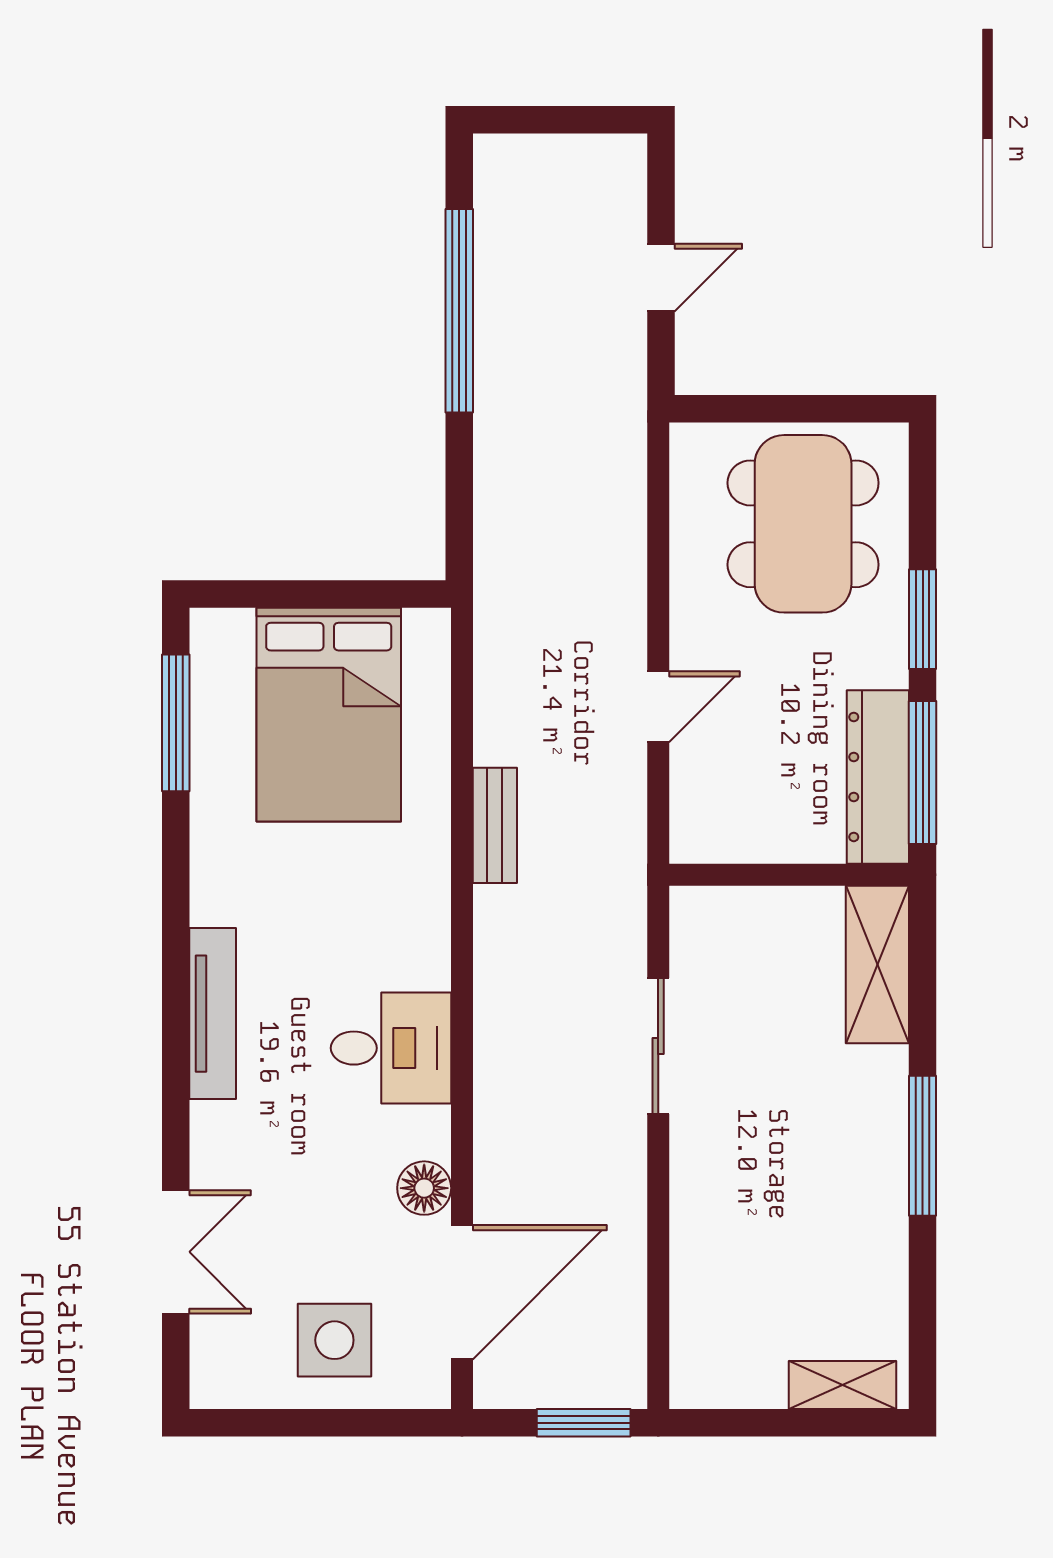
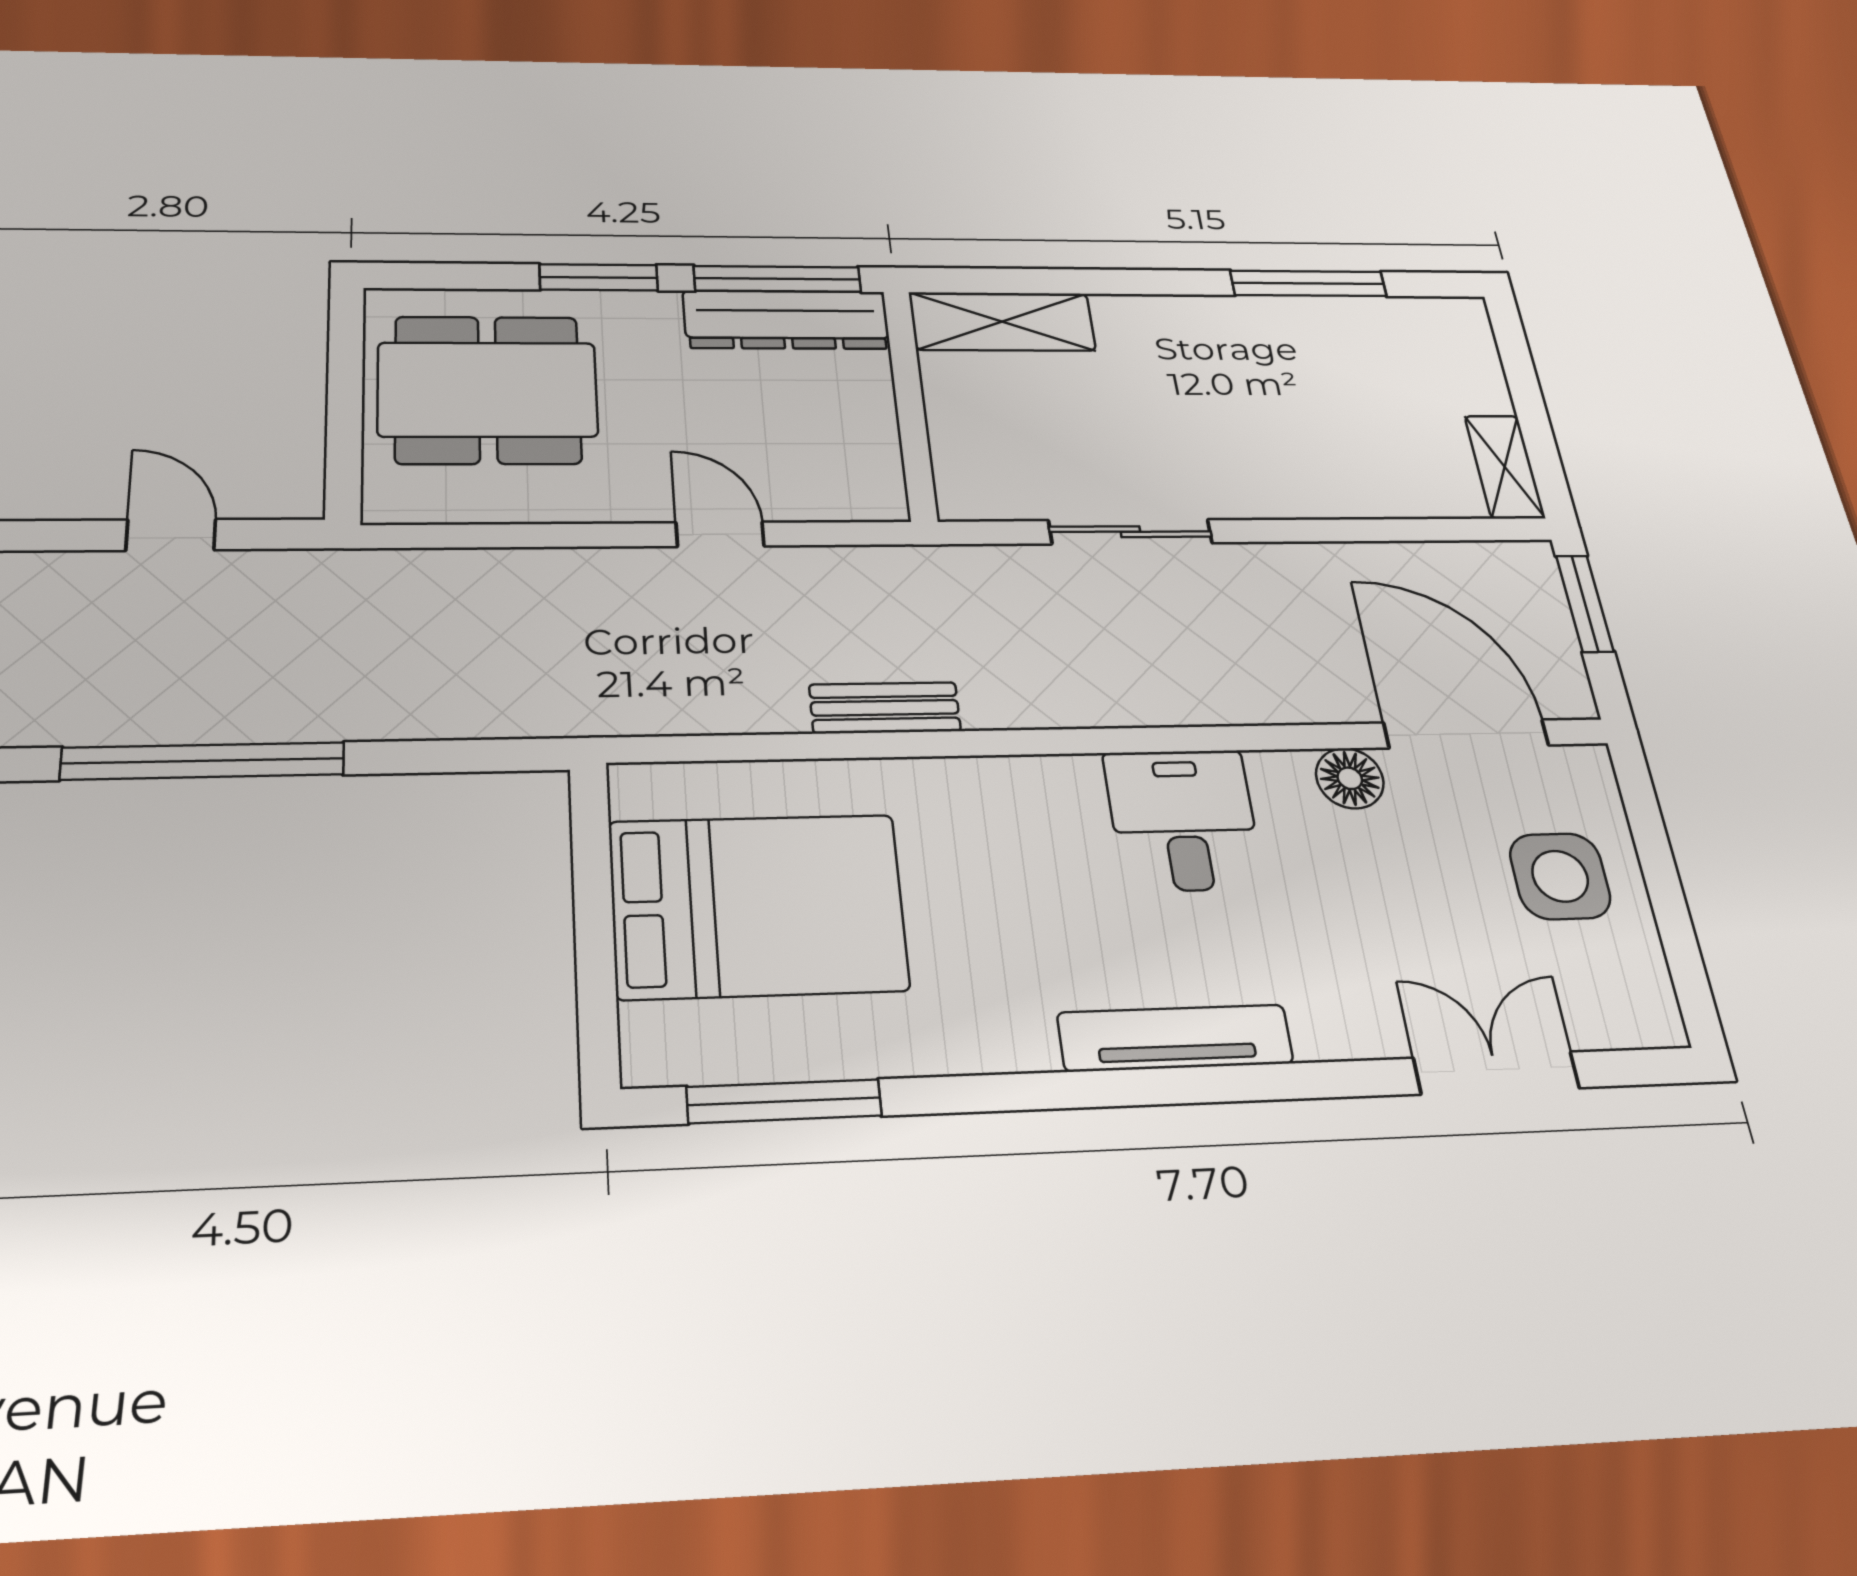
window: (923, 1146) -> (1308, 283), moved
shelving: (842, 1385) -> (1505, 467), moved

